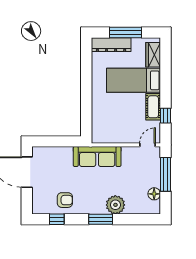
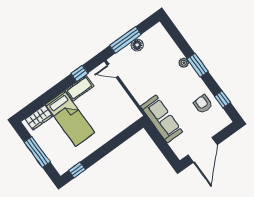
dresser: (111, 45) -> (55, 156), removed
window: (86, 55) -> (77, 170), added
sofa: (97, 156) -> (162, 119), moved
floor lamp: (154, 194) -> (137, 45), moved
plant: (115, 205) -> (184, 63), width x0.53, depth x0.53

